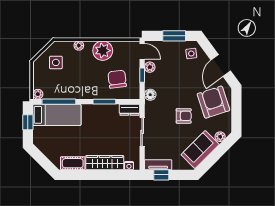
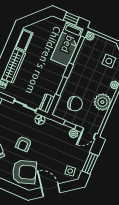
floor lamp: (150, 95) -> (40, 120), moved

